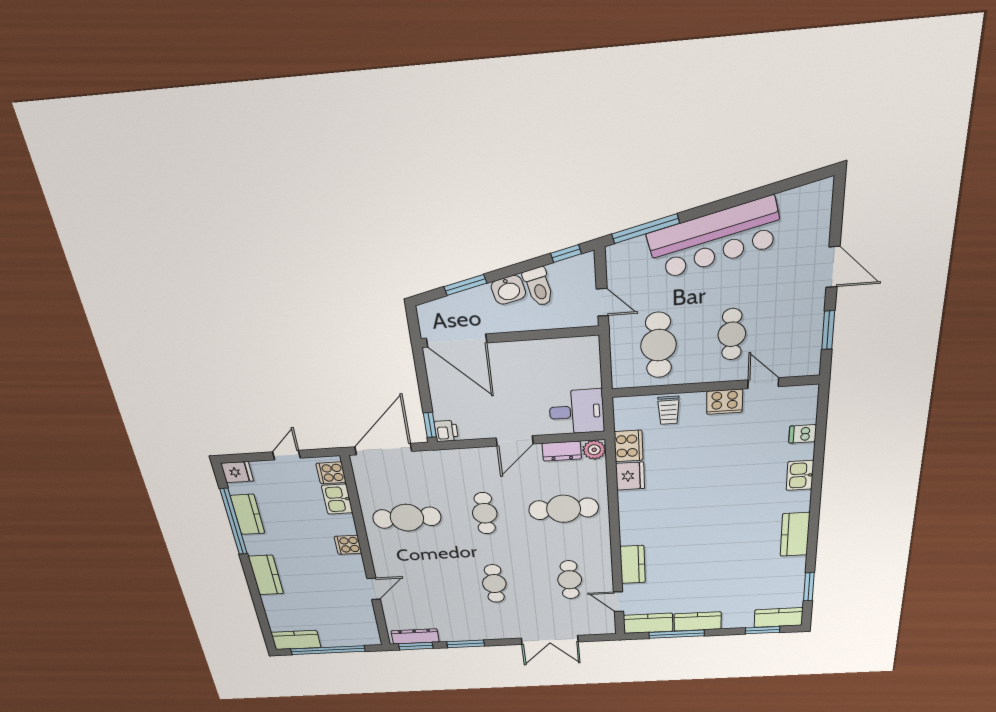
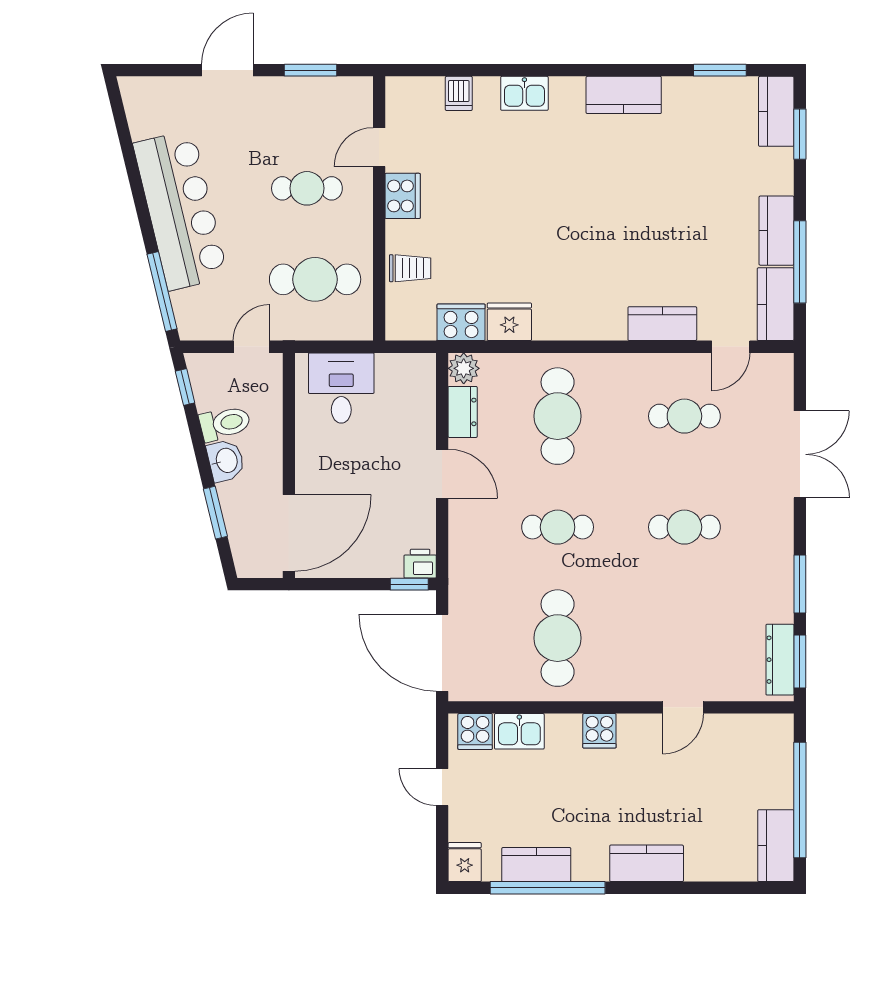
desk: (577, 412) -> (341, 388), moved
door: (374, 589) -> (683, 707), swing flipped

